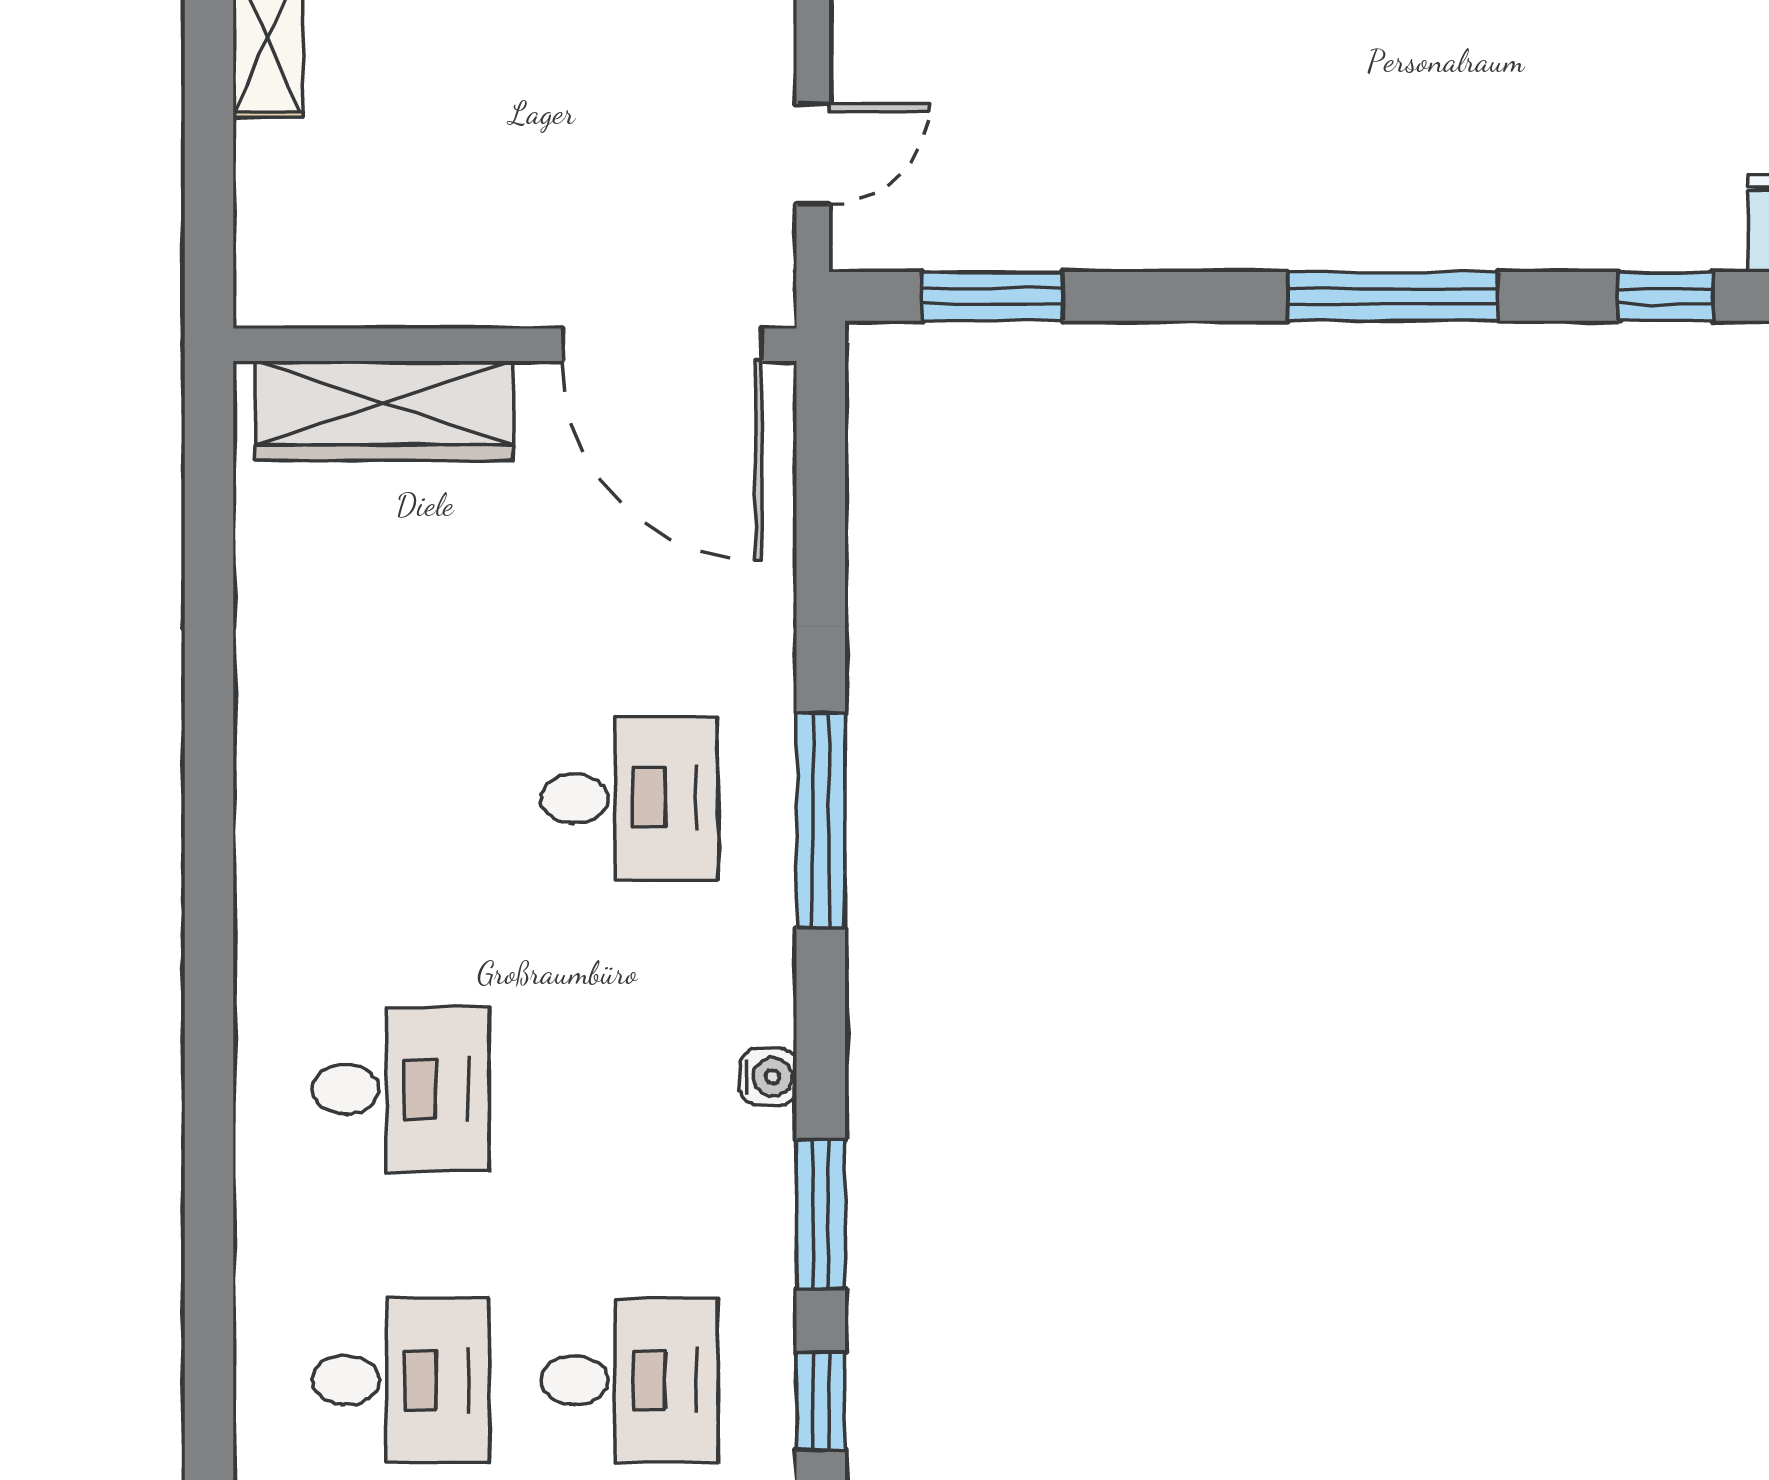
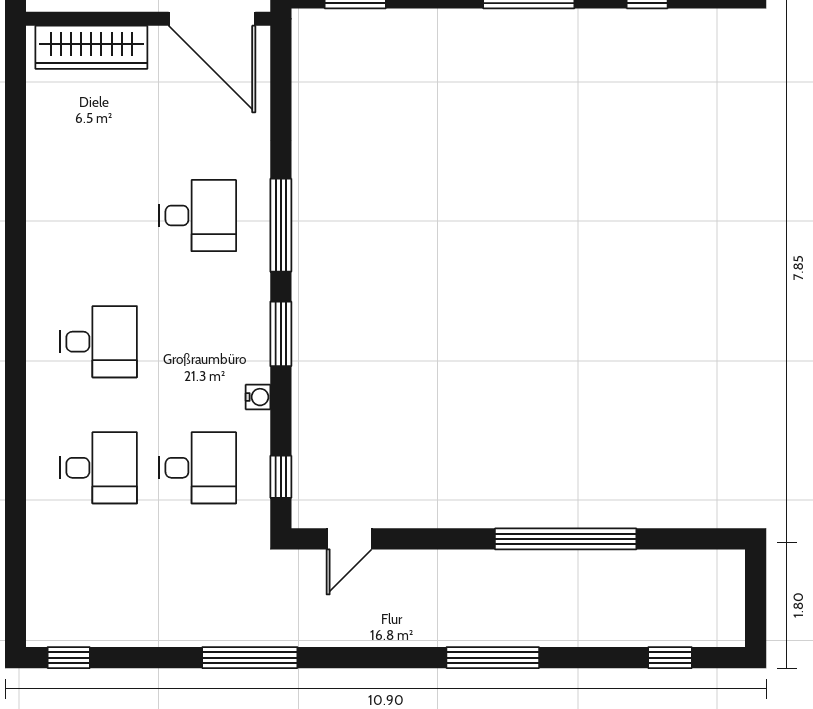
water cooler: (768, 1077) -> (258, 397), moved
window: (821, 1214) -> (281, 334), moved

